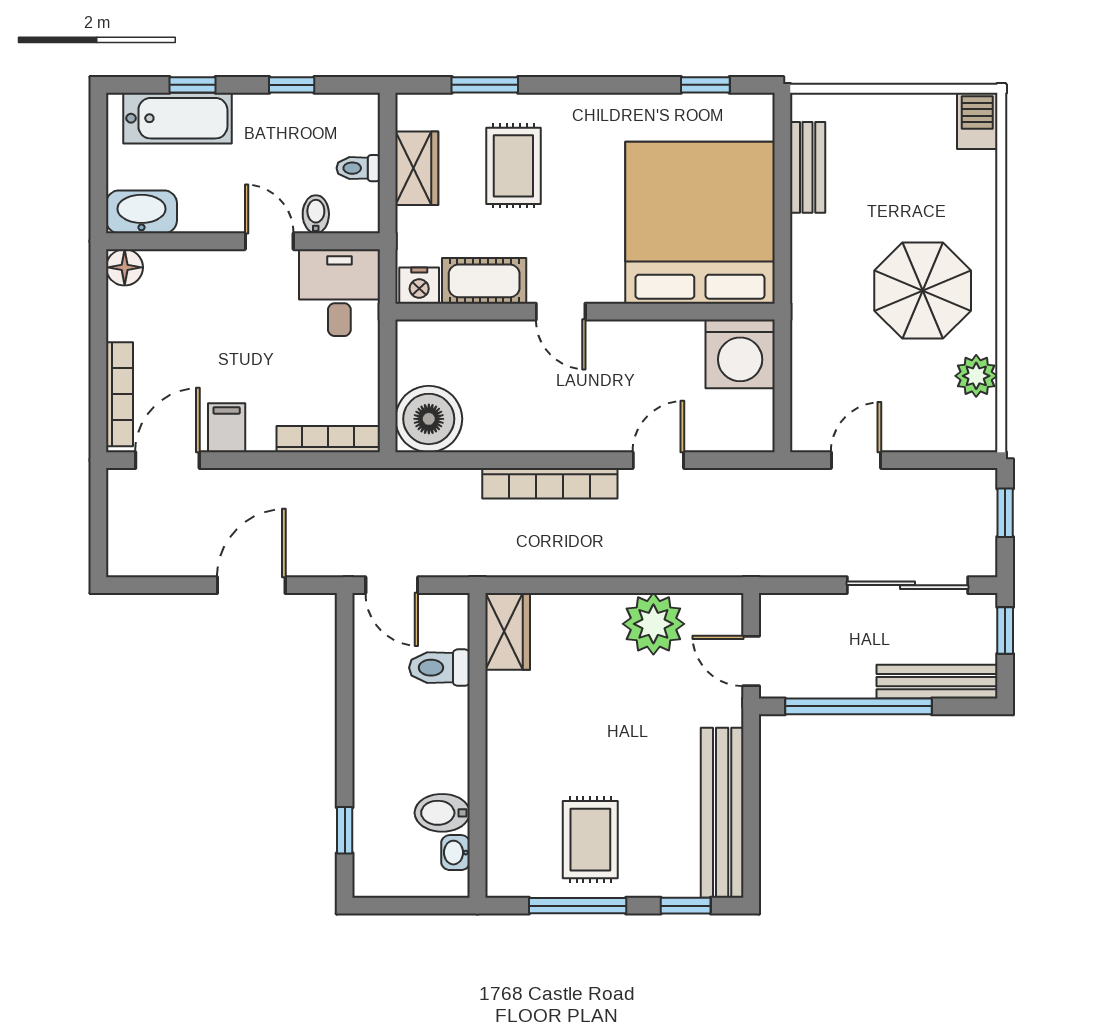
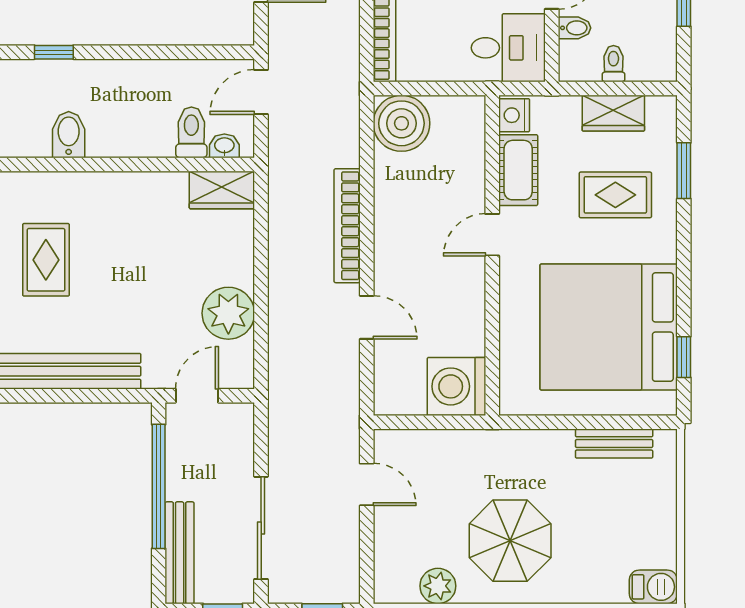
bed: (700, 223) -> (609, 327), moved, turned 180
rug: (590, 840) -> (46, 260), turned 90
washbasin: (455, 853) -> (224, 146), moved

